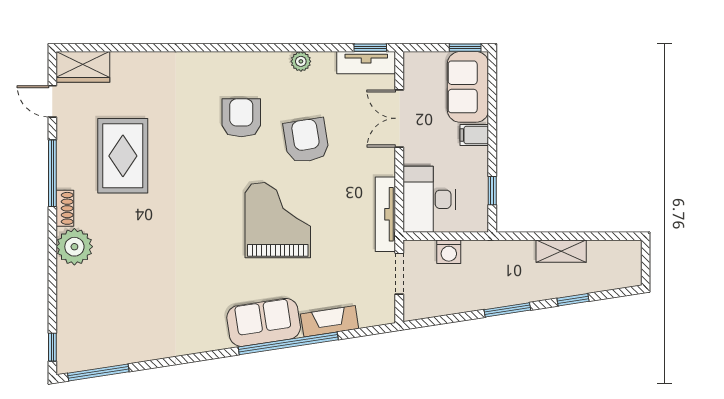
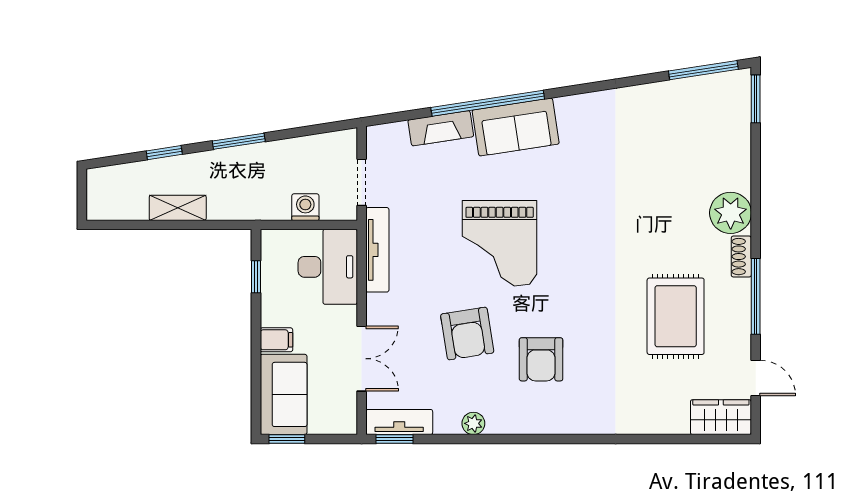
window: (52, 347) -> (756, 99), width x1.50

